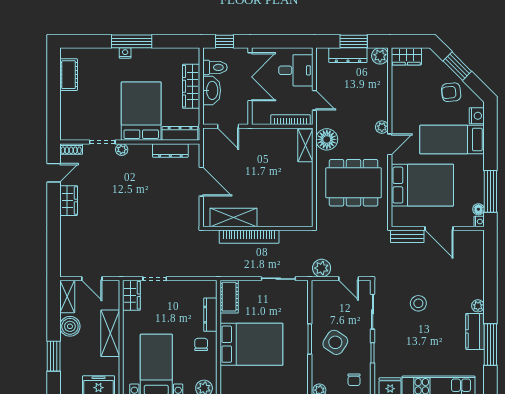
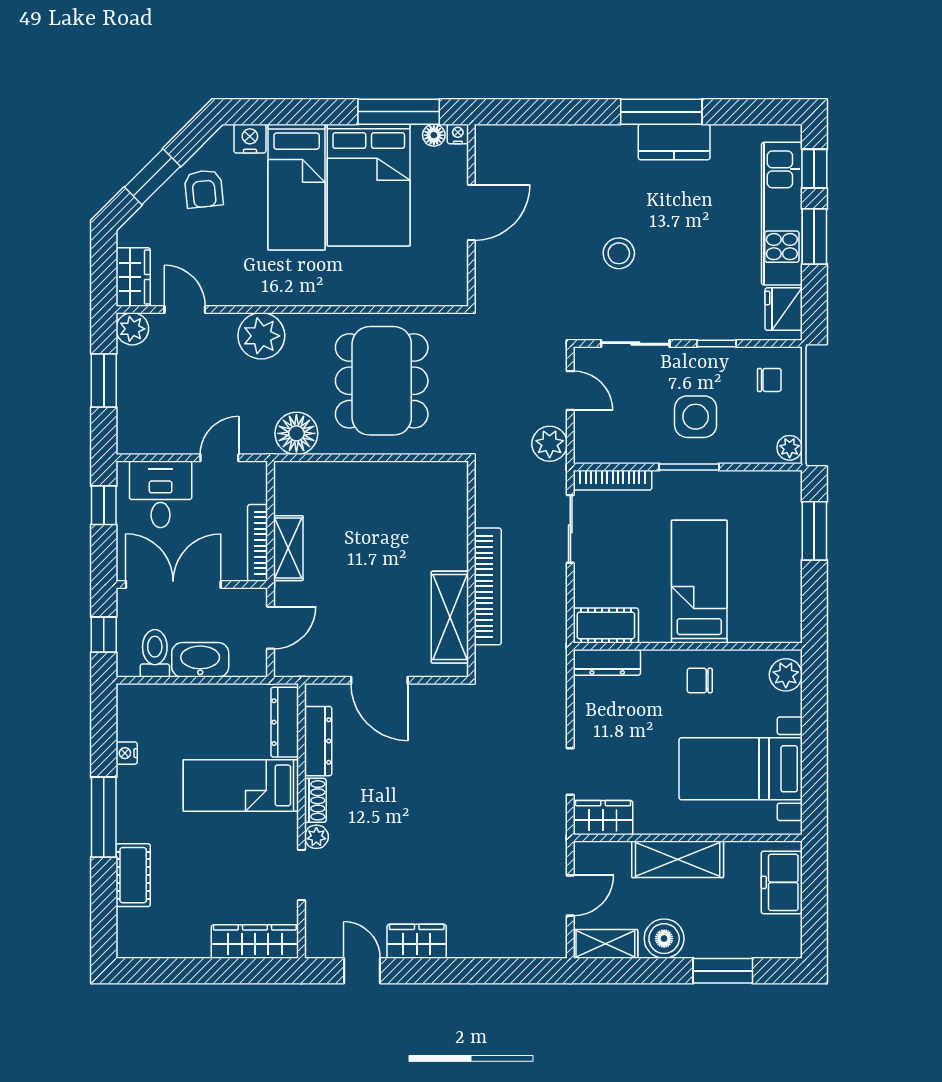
window: (290, 41) -> (104, 505), added
nightstand: (125, 53) -> (127, 753), moved
dresser: (348, 55) -> (131, 392), removed
cot: (69, 75) -> (133, 875), moved, turned 90
wardrobe: (191, 86) -> (255, 942), moved, turned 180
bed: (141, 111) -> (241, 785), width x0.67
bookcase: (291, 120) -> (258, 543), moved
plant: (382, 127) -> (261, 336), width x1.88, depth x1.88
door: (390, 144) -> (185, 309), moved
shelving: (305, 145) -> (288, 548), moved, turned 90
shoe rack: (71, 149) -> (315, 800), moved
door: (201, 182) -> (379, 680), swing flipped
bed: (422, 185) -> (369, 185), moved, turned 180
bench: (407, 236) -> (487, 275), removed
door: (349, 279) -> (570, 391), hinge flipped
bookcase: (303, 300) -> (613, 480), added
plant: (478, 306) -> (624, 136), removed
dresser: (210, 315) -> (607, 662), moved
side table: (335, 342) -> (696, 417), turned -33
bed: (251, 344) -> (699, 582), width x0.67
window: (490, 345) -> (661, 112), moved

